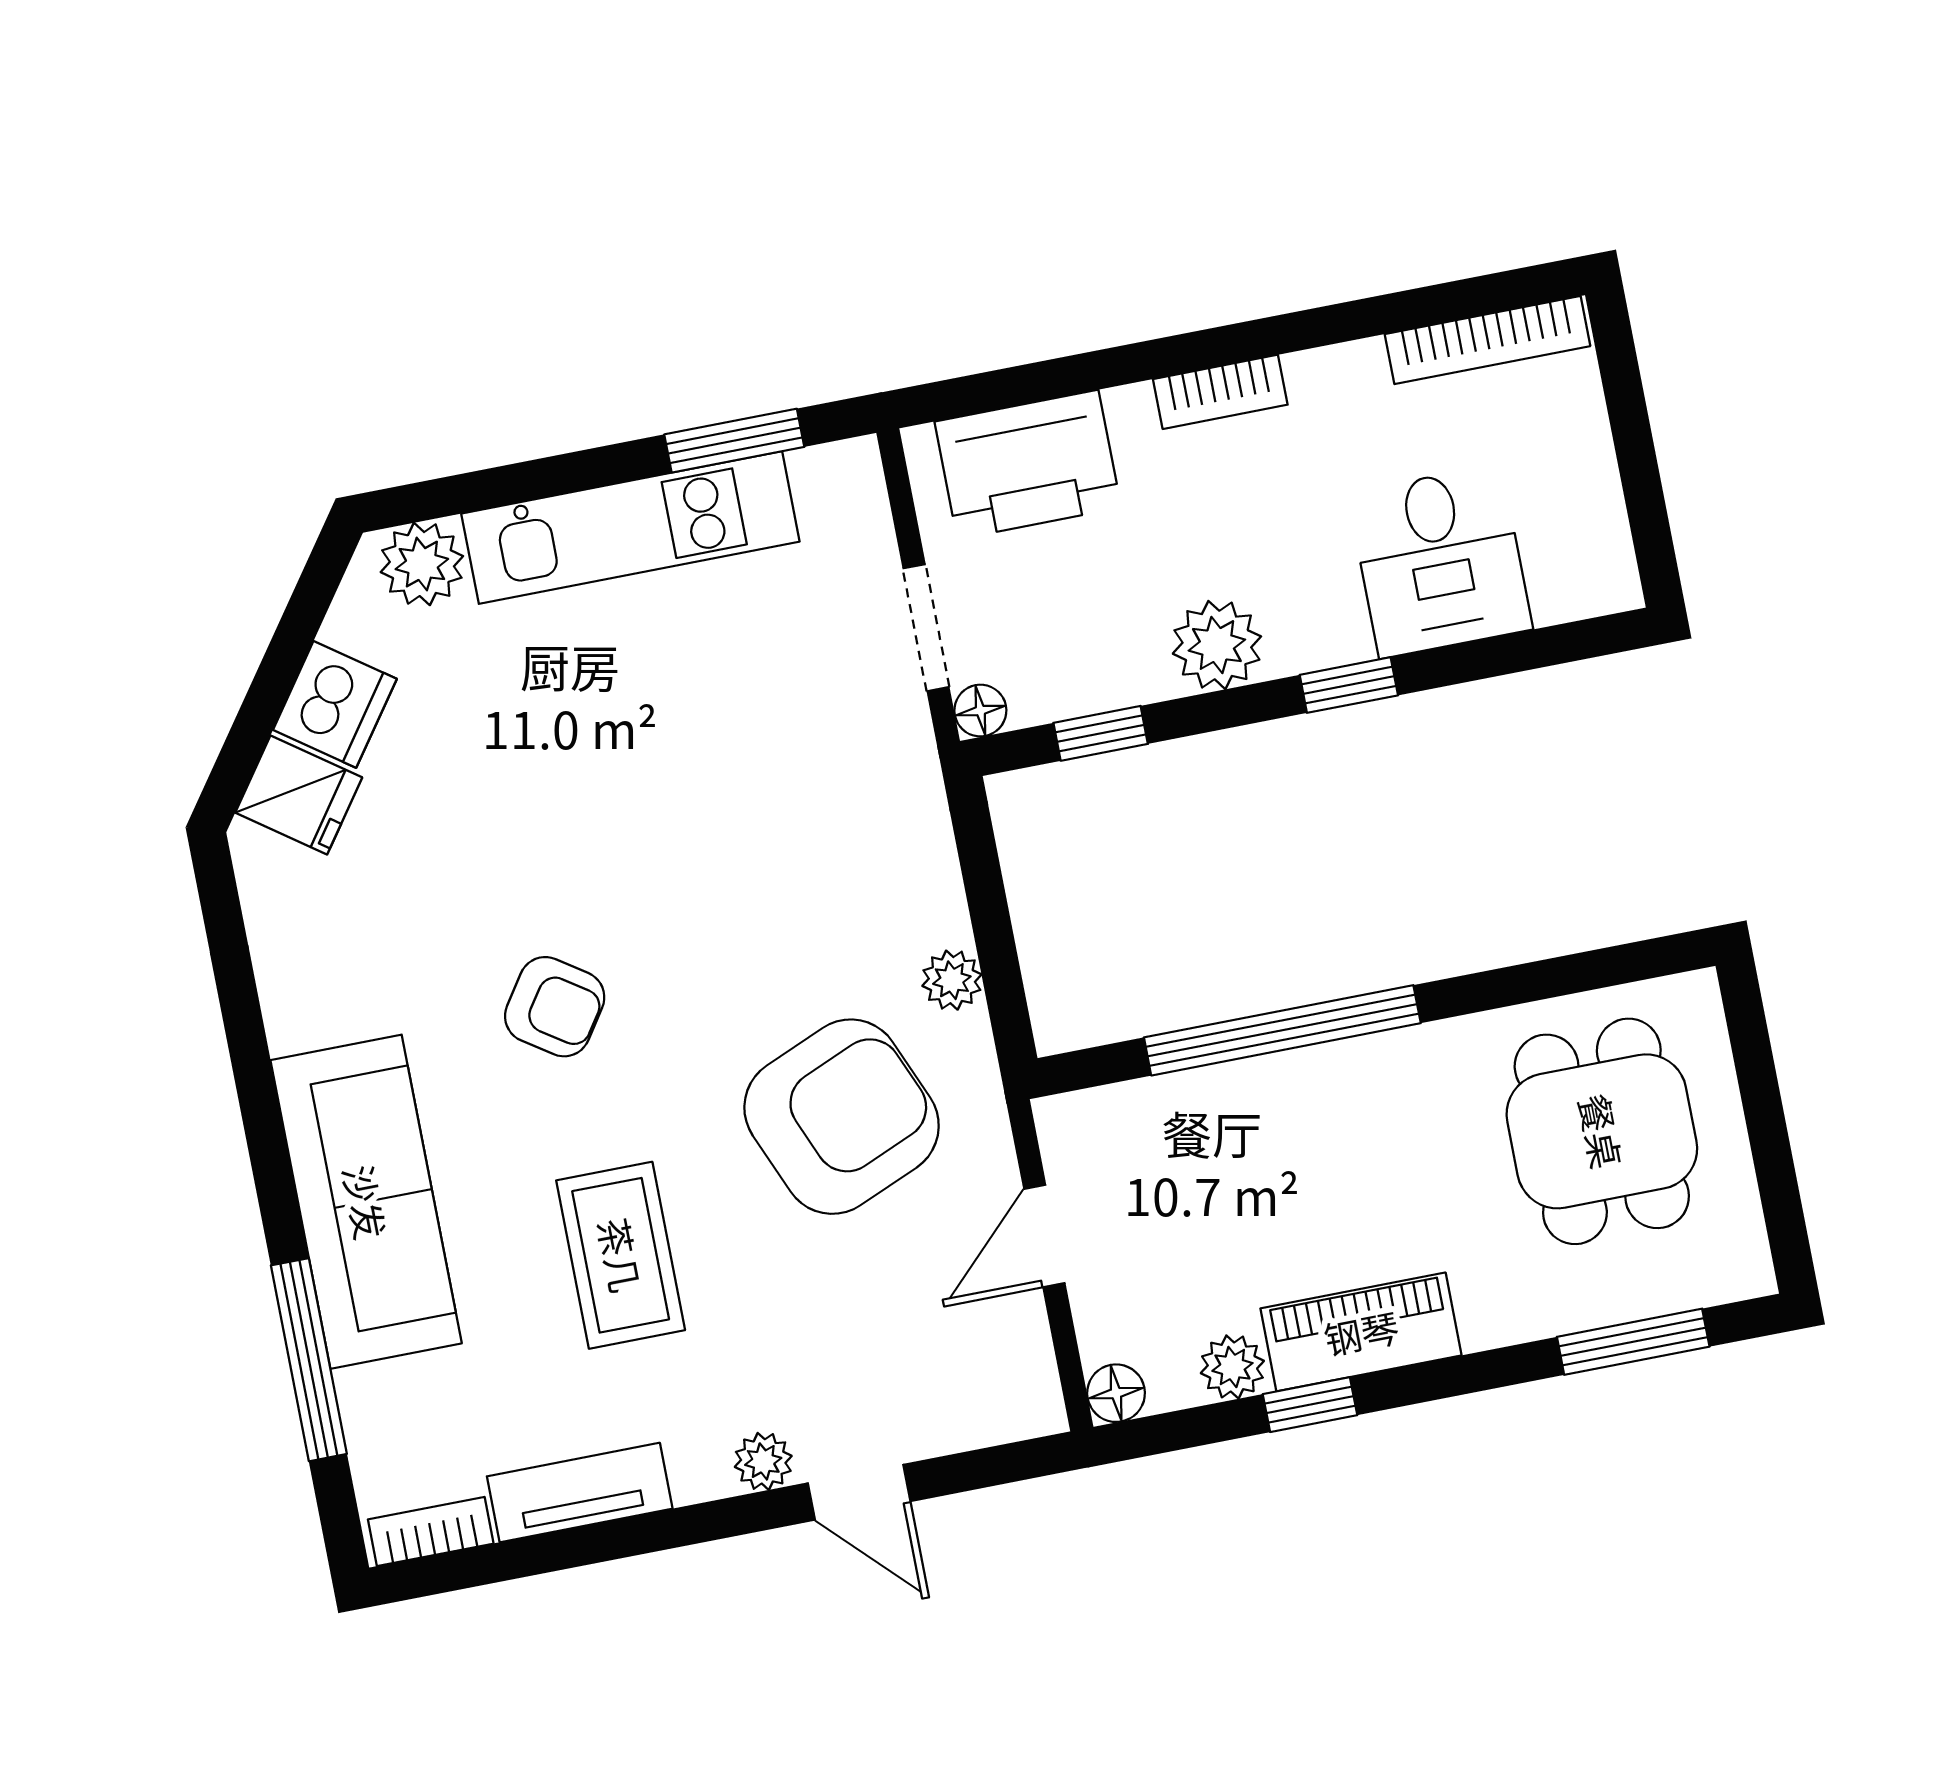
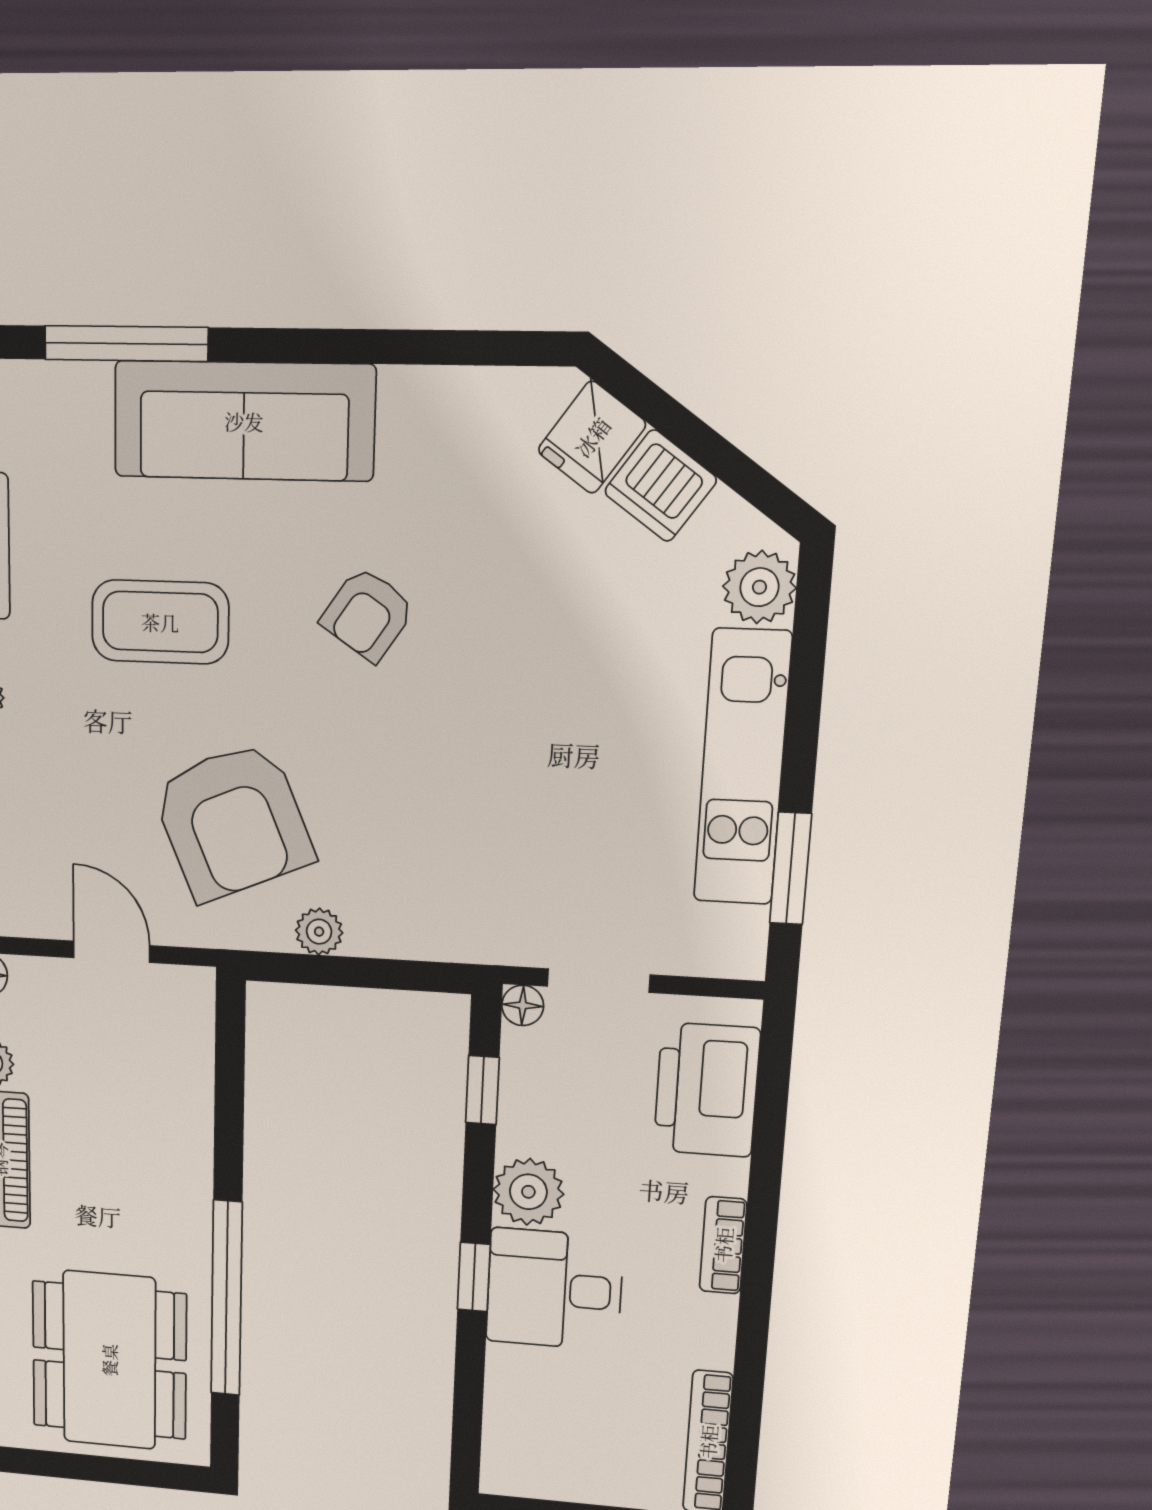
desk: (1440, 561) -> (554, 1289), moved
window: (1282, 1030) -> (226, 1298), moved
dining table: (1602, 1131) -> (109, 1360), width x1.38

